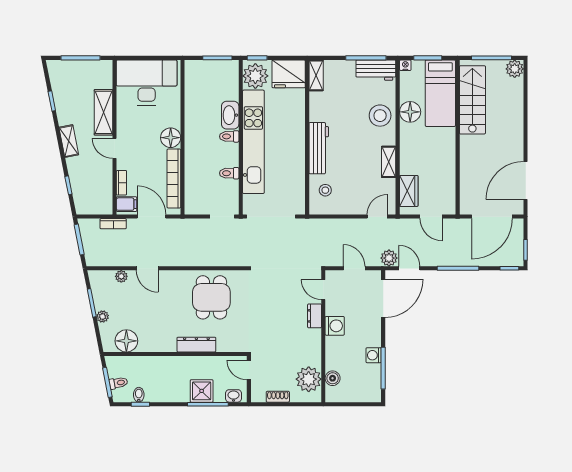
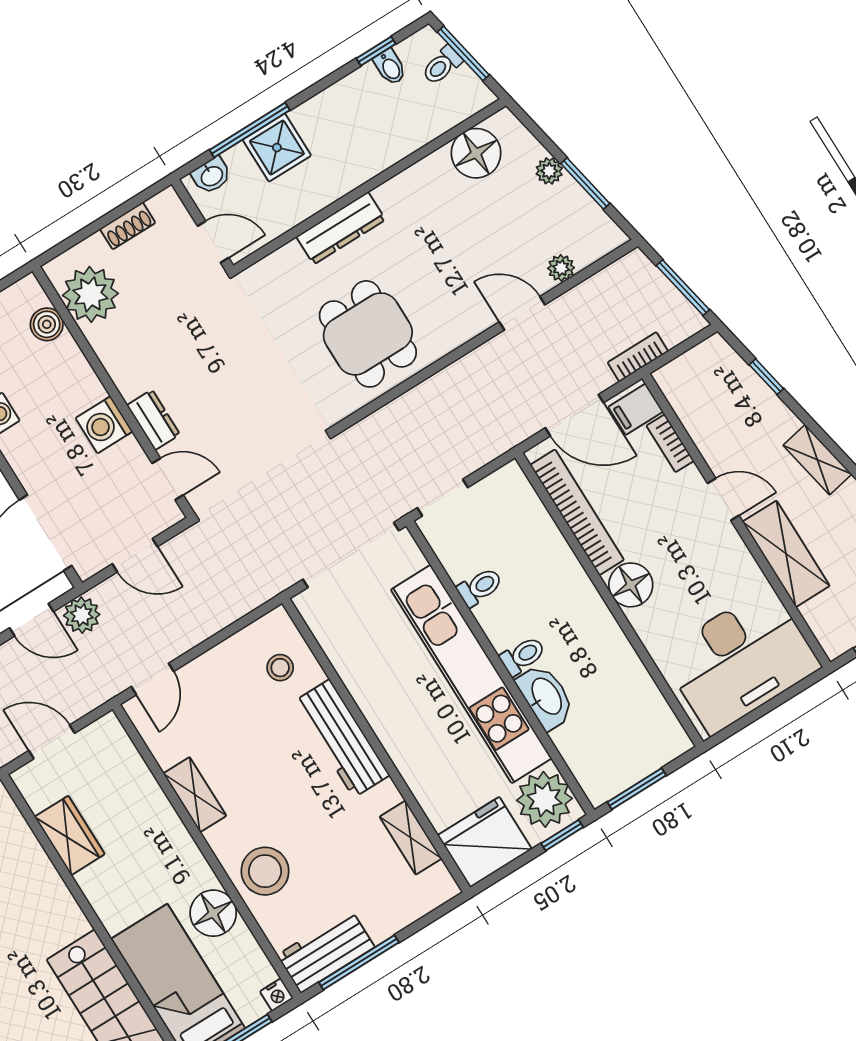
shelving: (316, 75) -> (411, 838), moved
wardrobe: (409, 191) -> (70, 835), moved, turned 180

